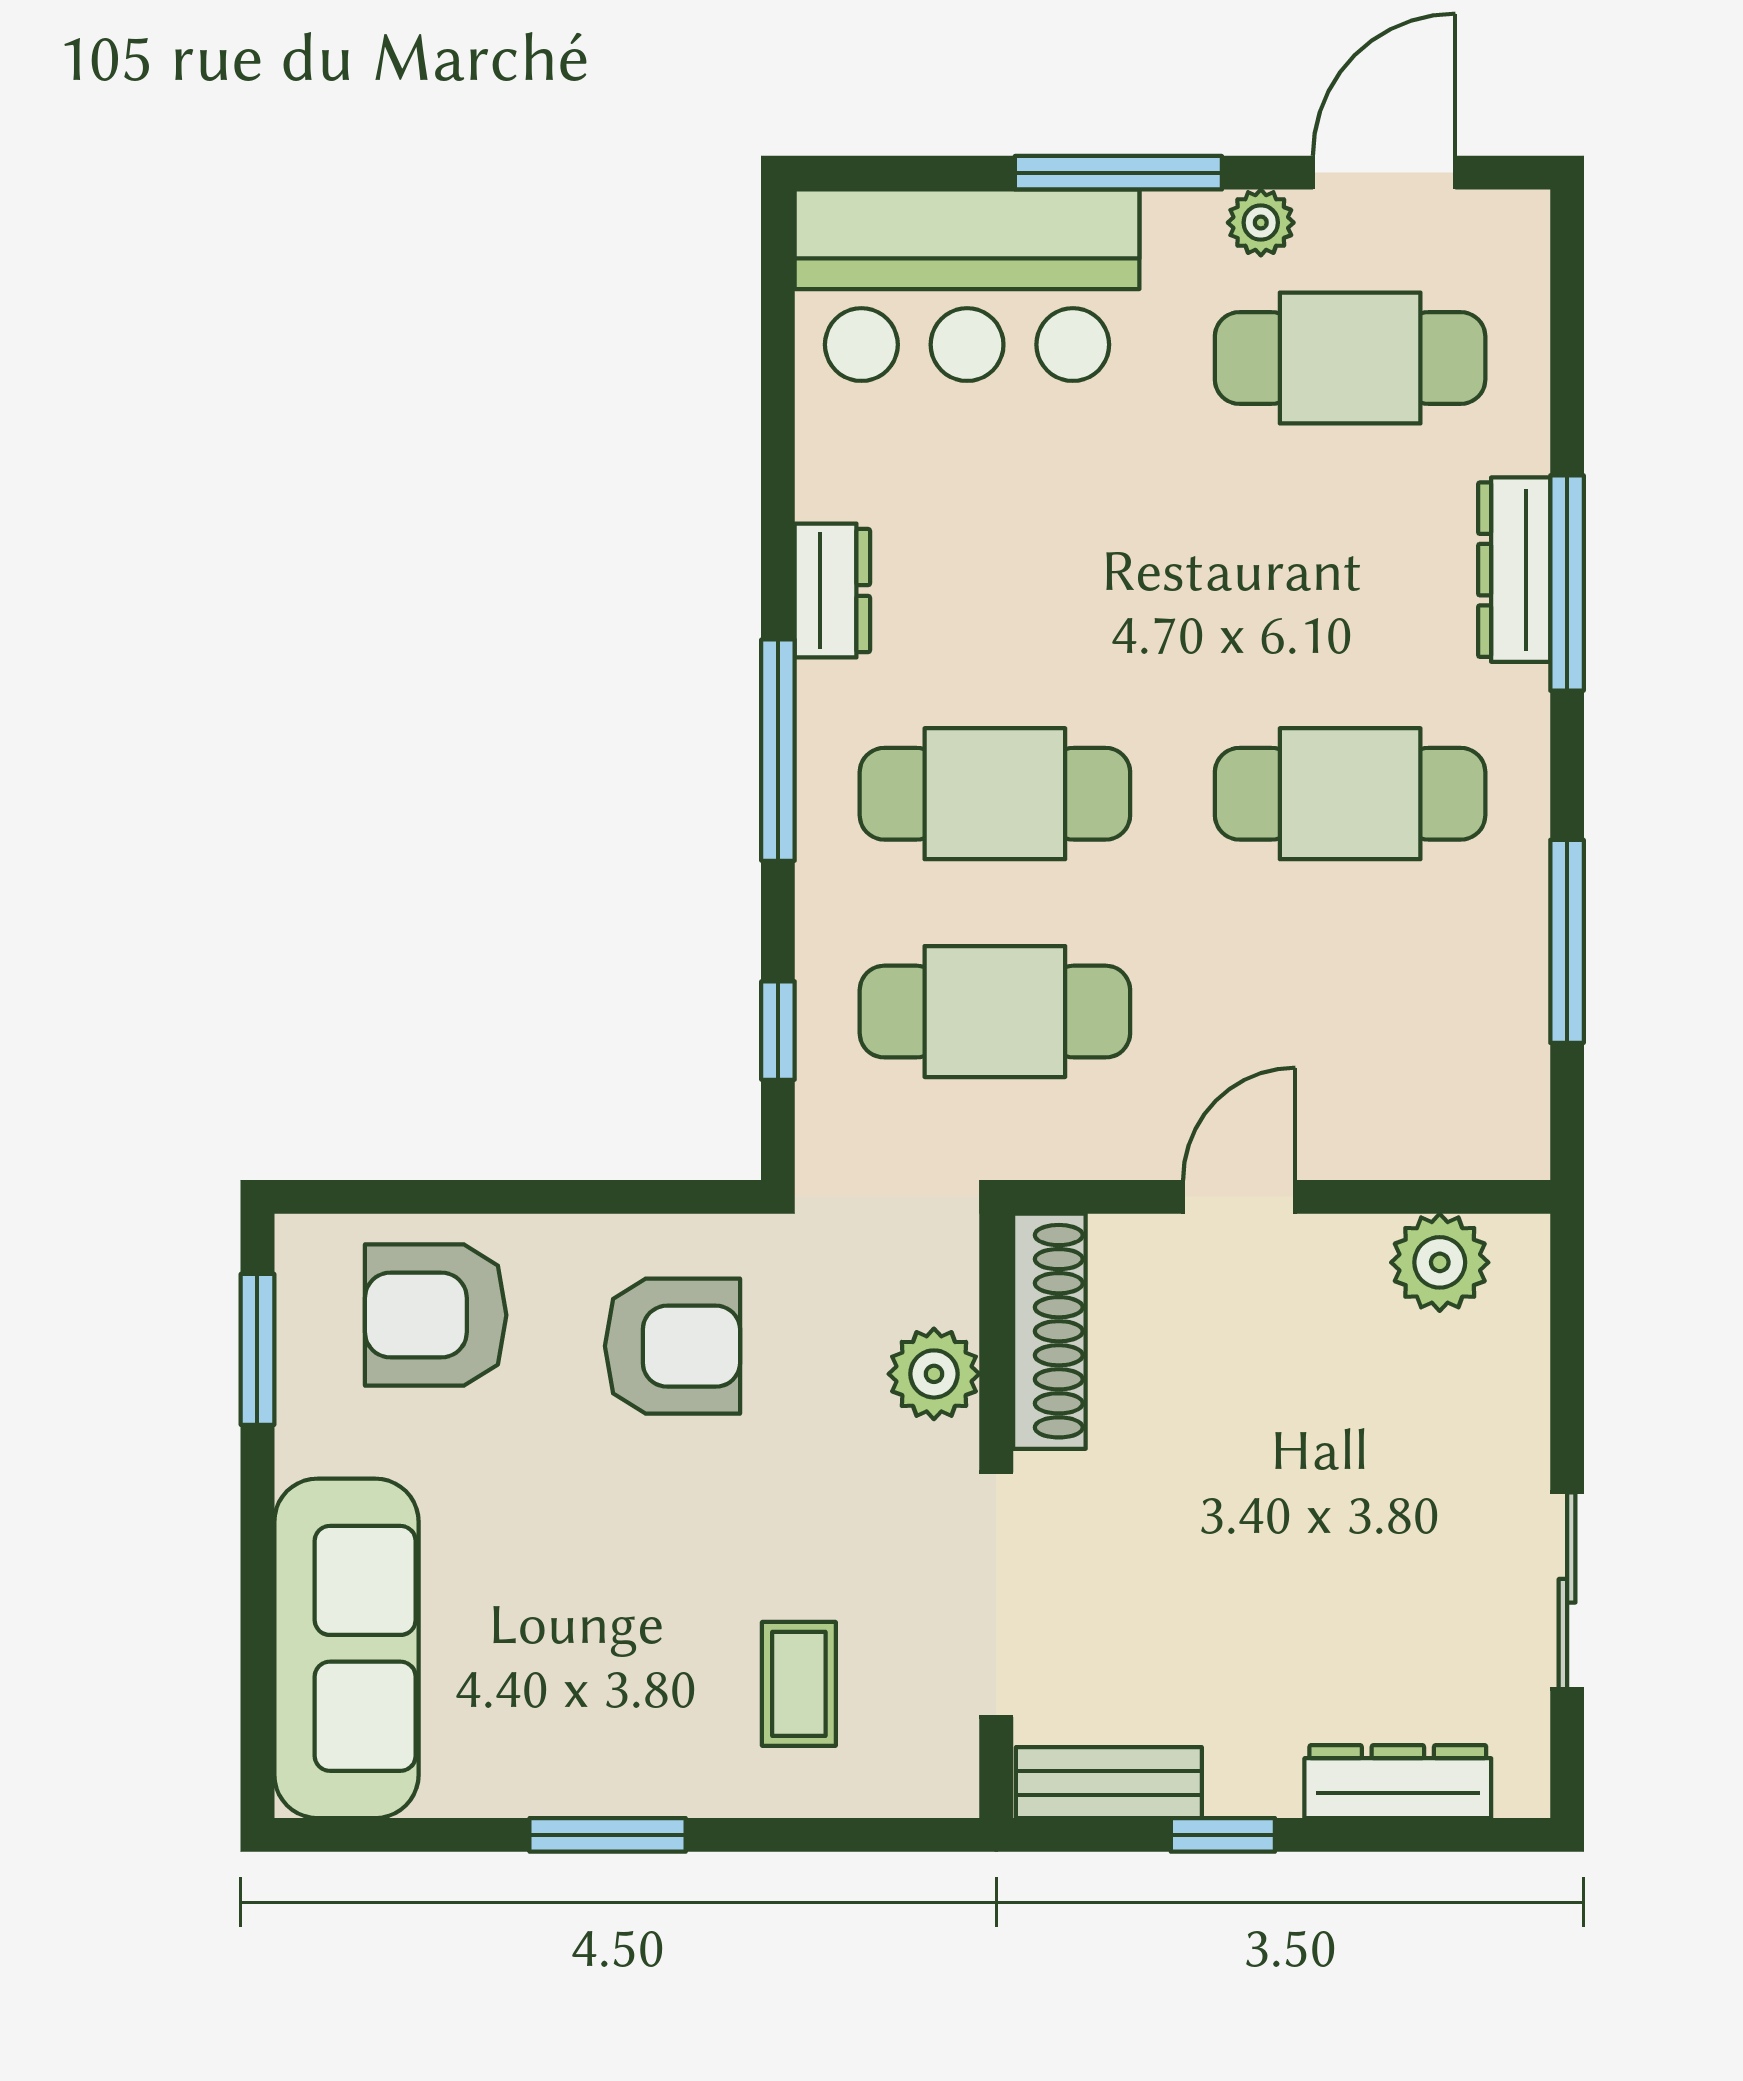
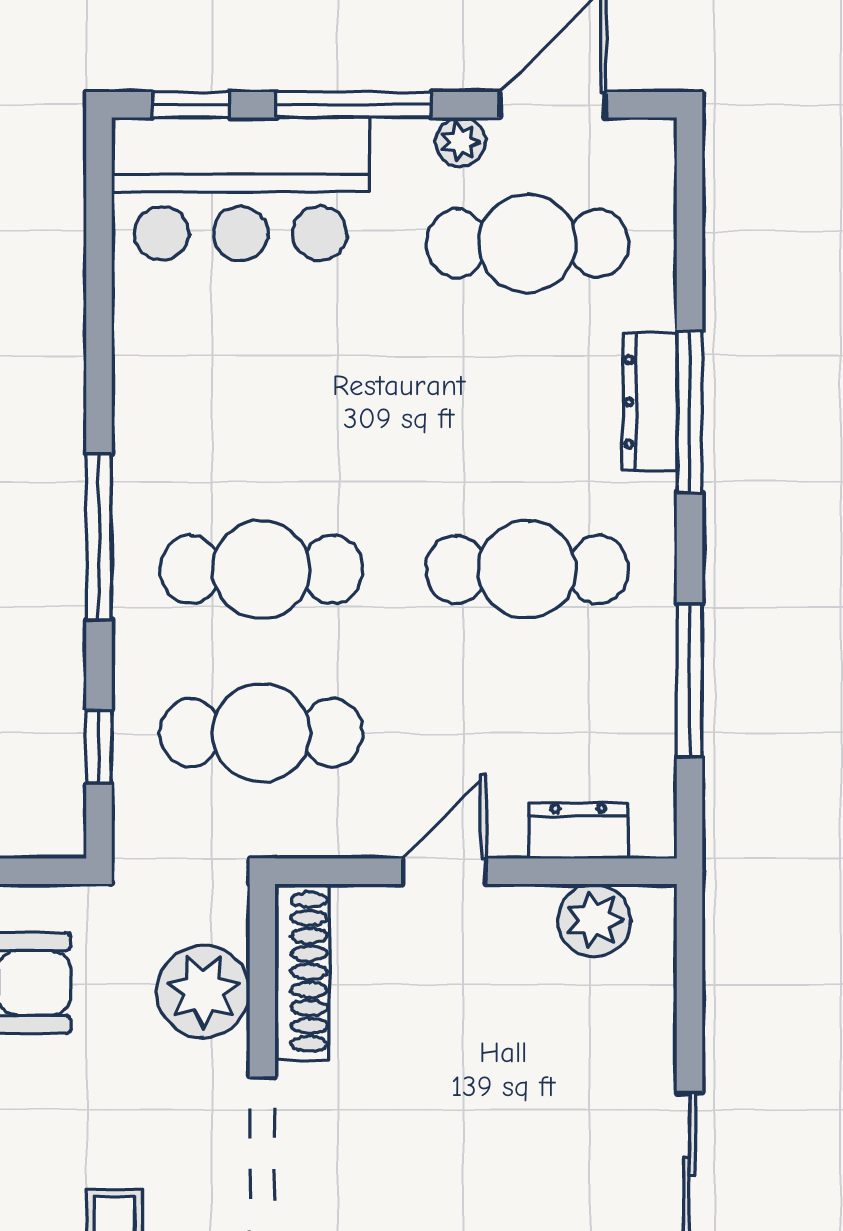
window: (901, 173) -> (191, 105), added
dresser: (832, 591) -> (578, 830), moved, turned -90
plant: (934, 1374) -> (203, 991), width x1.36, depth x1.36

